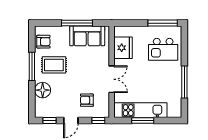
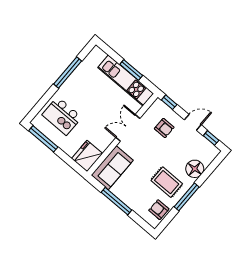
sofa: (87, 36) -> (112, 168), moved, turned 90
fridge: (123, 48) -> (87, 156), moved
kitchen island: (163, 49) -> (62, 116), turned 180

